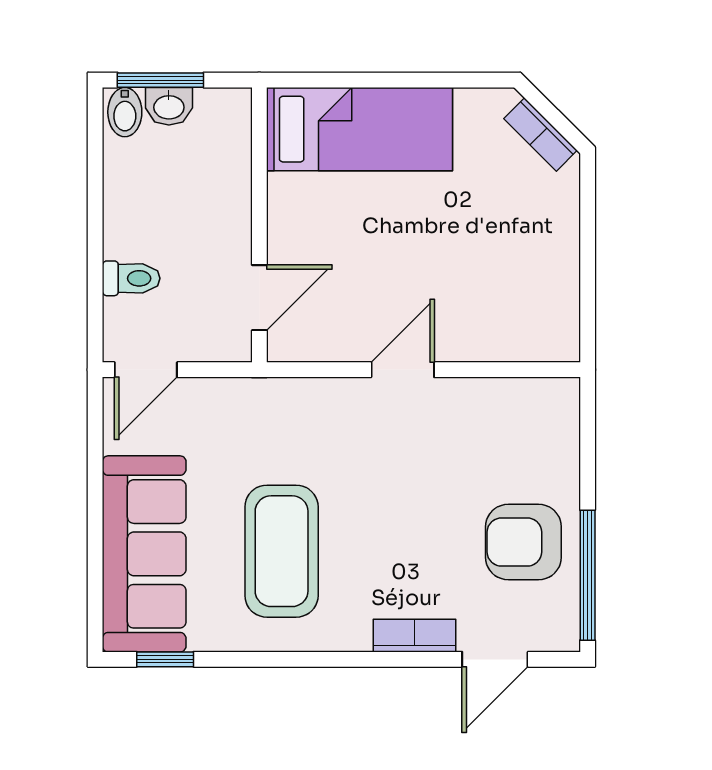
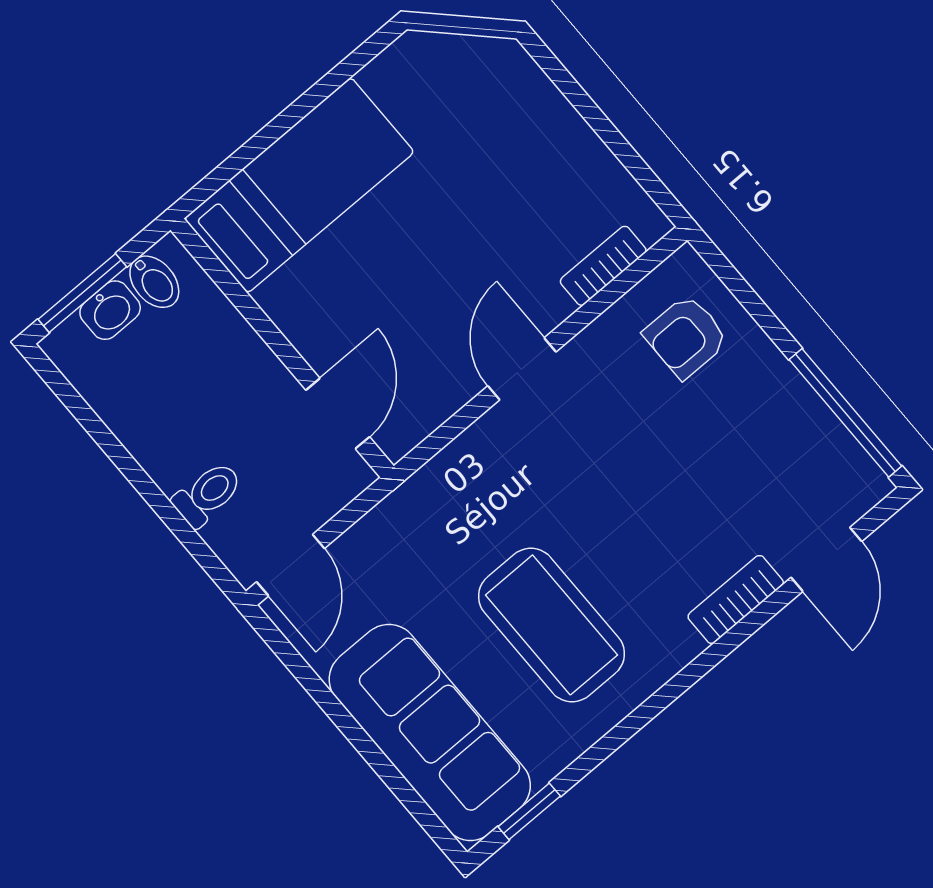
bidet: (125, 112) -> (154, 282), moved
bookcase: (540, 134) -> (603, 266), moved, turned 135
armchair: (523, 542) -> (686, 337), moved, width x0.72, depth x0.72

